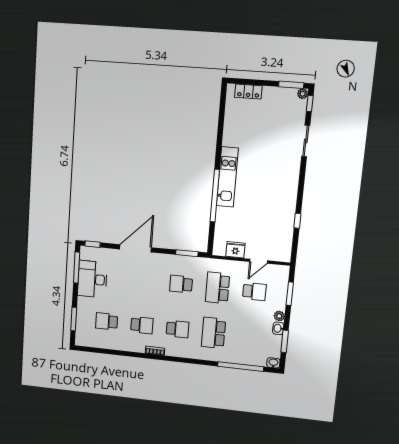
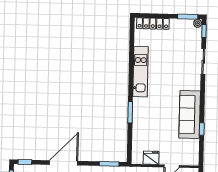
locker: (248, 91) -> (153, 24), width x1.53
kitchen unit: (227, 177) -> (141, 72), moved
window: (215, 196) -> (130, 112), width x0.47
sofa: (284, 203) -> (190, 115), added

